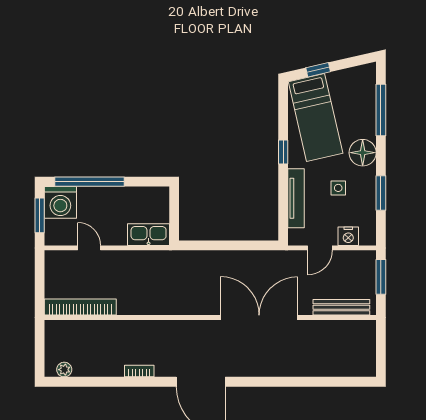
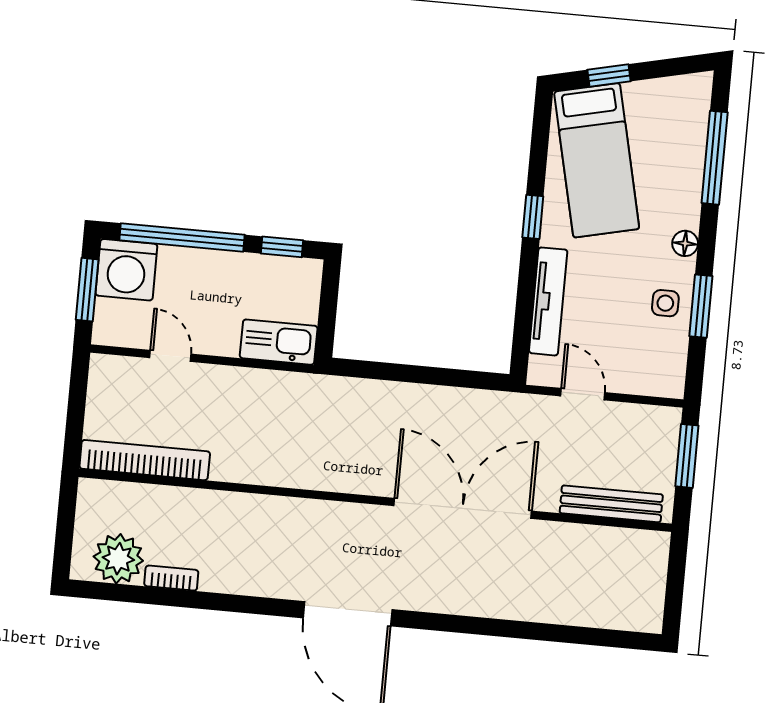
floor lamp: (363, 153) -> (685, 243), width x0.53, depth x0.53
window: (145, 182) -> (282, 247), added
side table: (338, 188) -> (665, 303), moved
nightstand: (348, 236) -> (635, 378), removed
door: (320, 248) -> (583, 394), swing flipped
plant: (64, 370) -> (118, 559), width x1.88, depth x1.88
bookcase: (139, 371) -> (171, 578), moved

